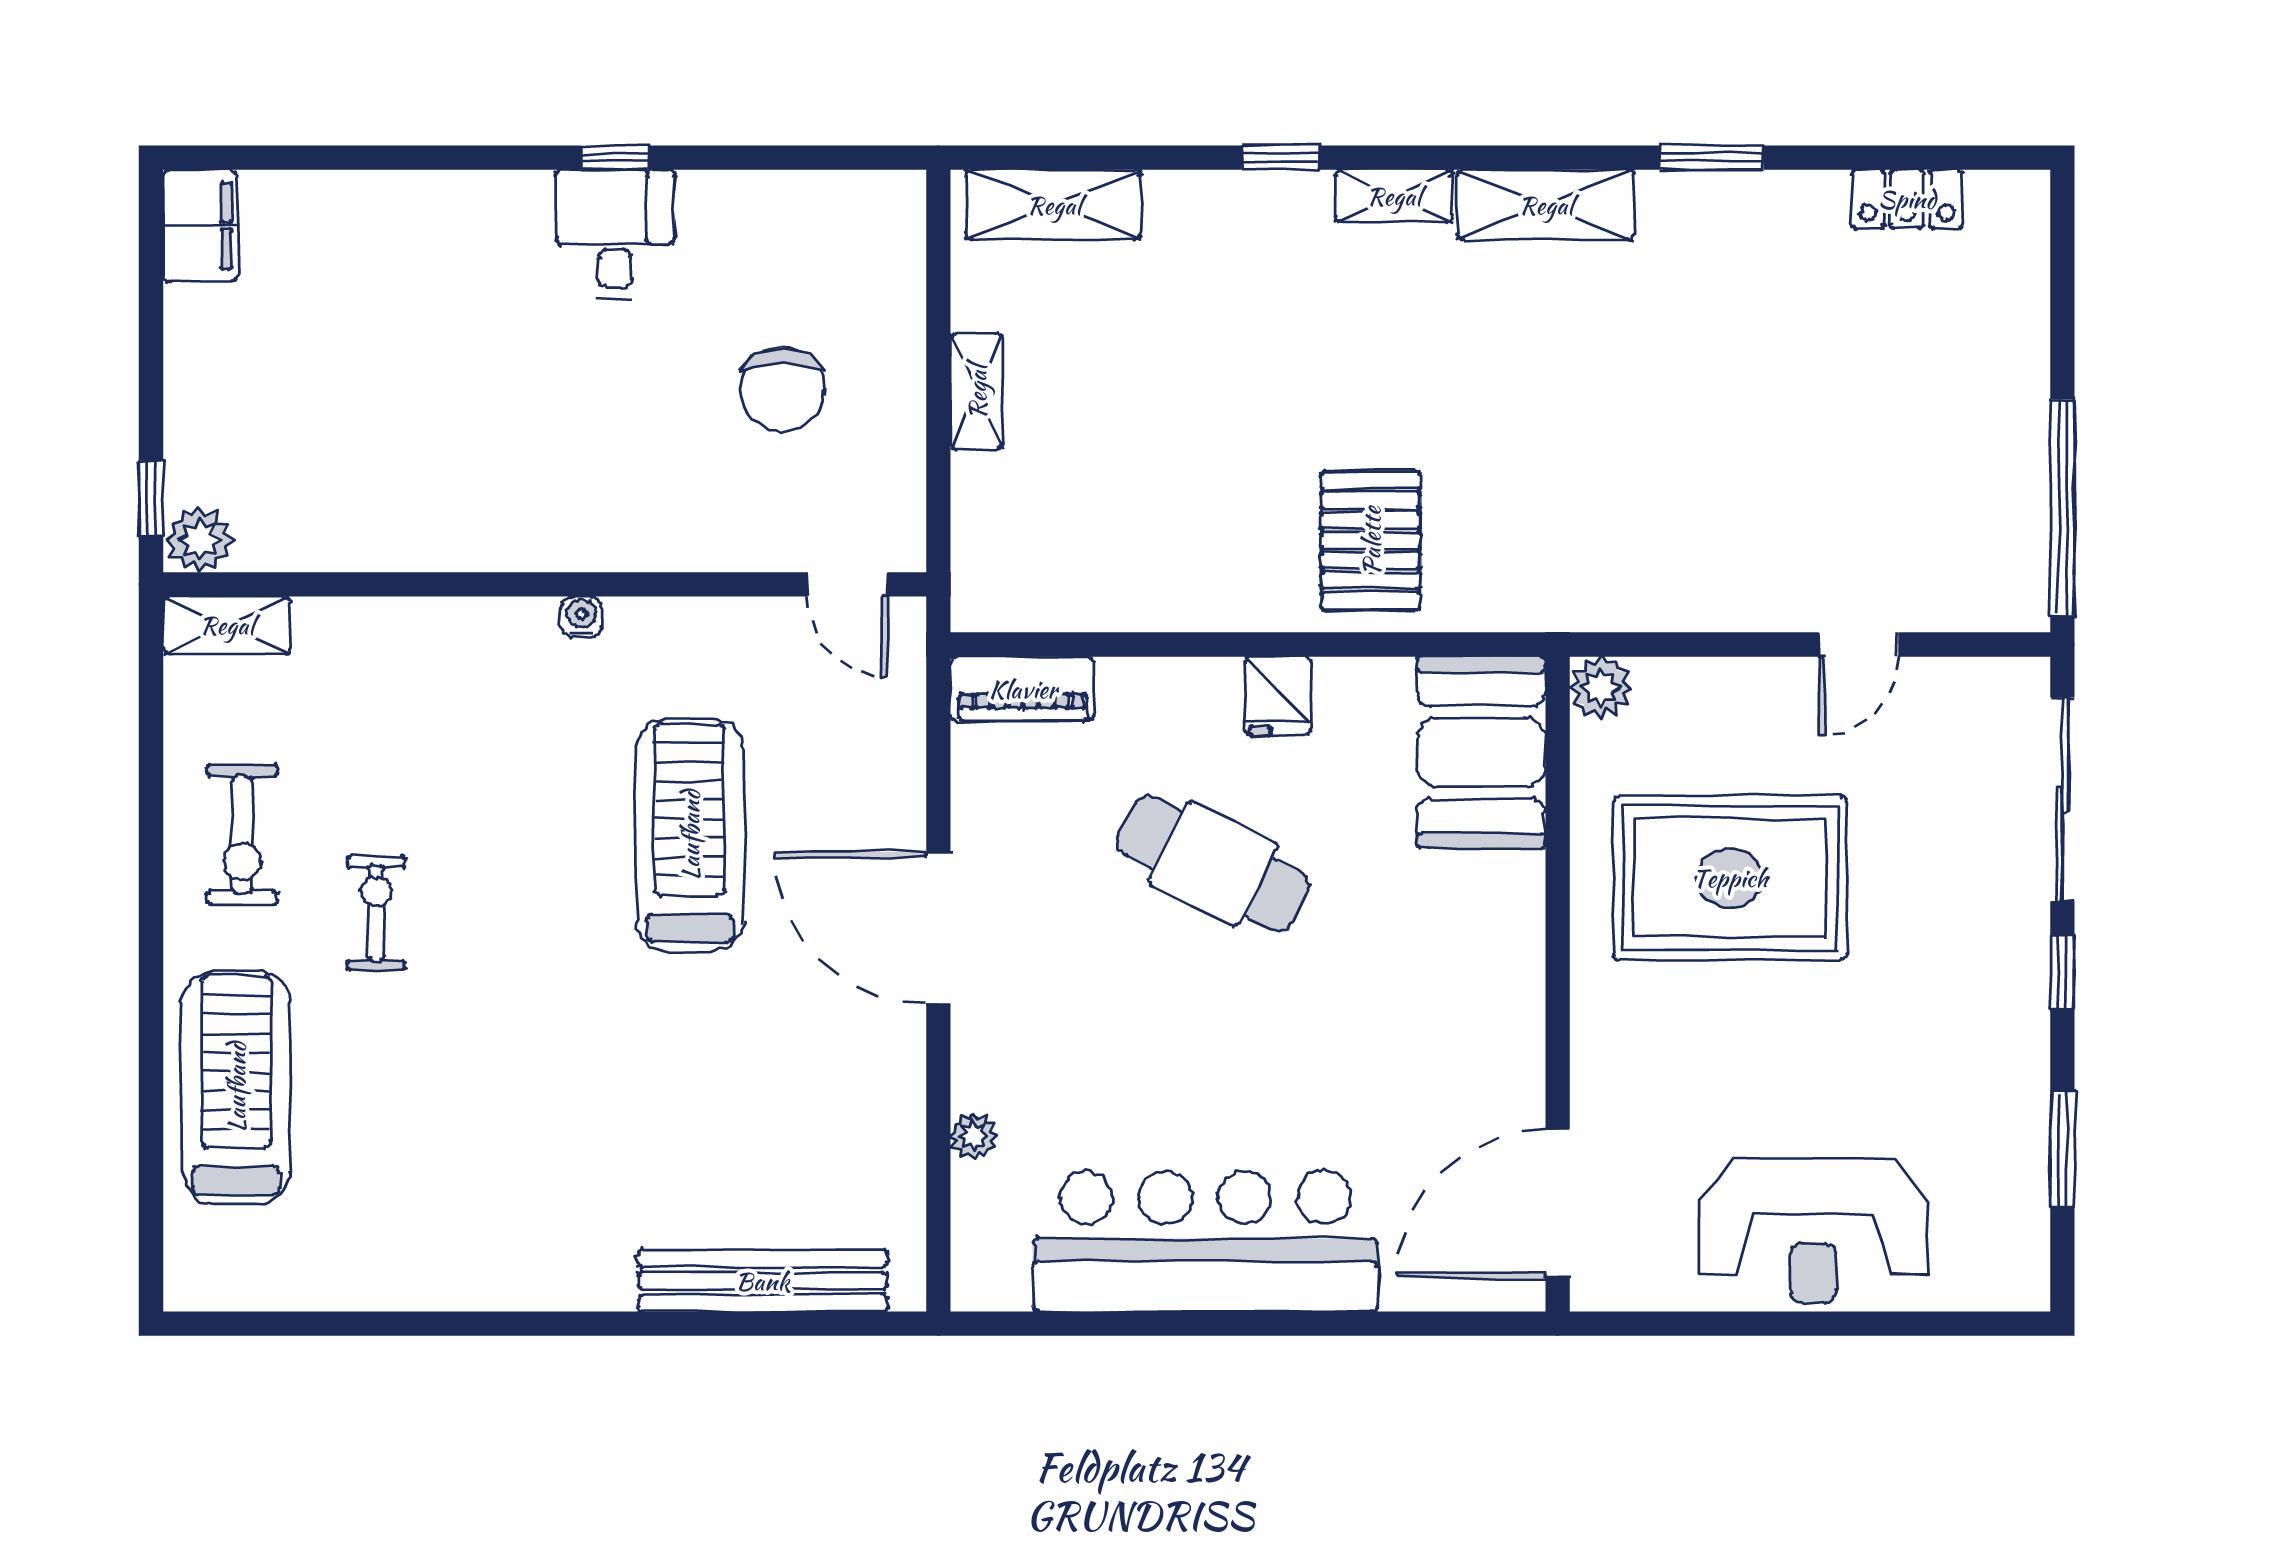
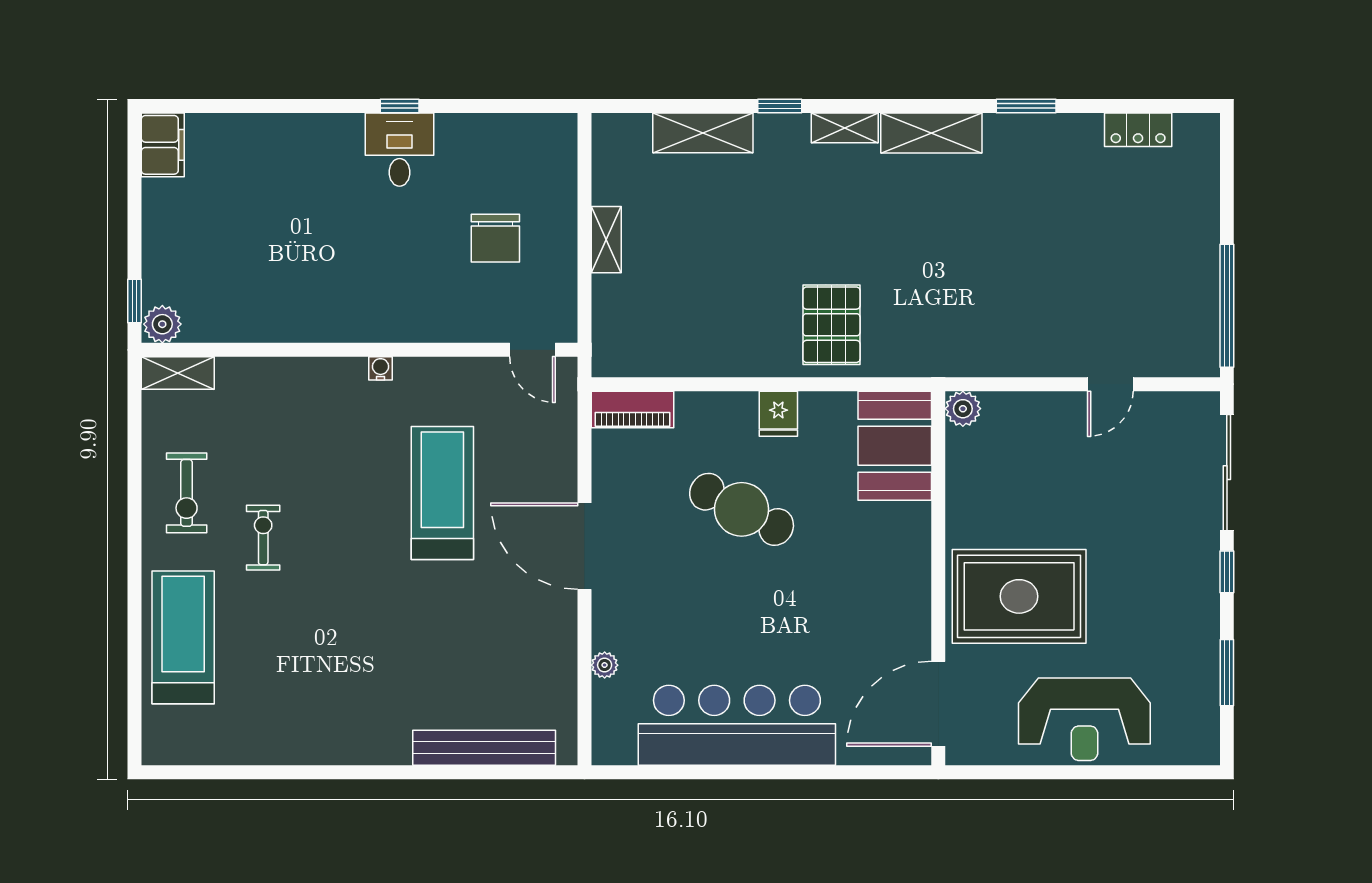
shelving: (1054, 205) -> (703, 133), moved
rug: (1730, 878) -> (1019, 596), moved

